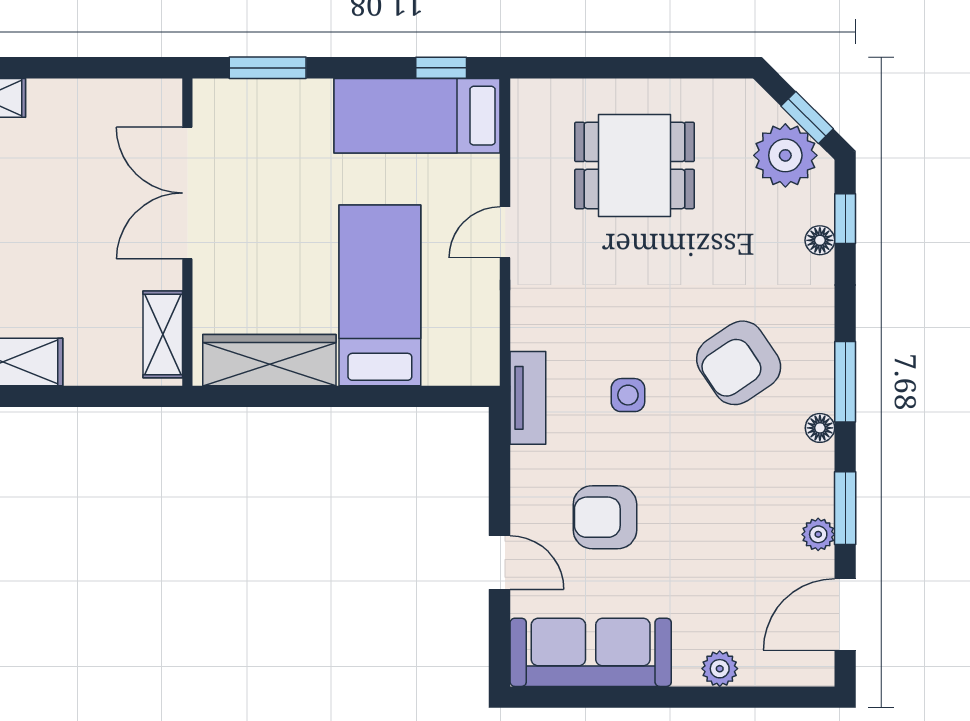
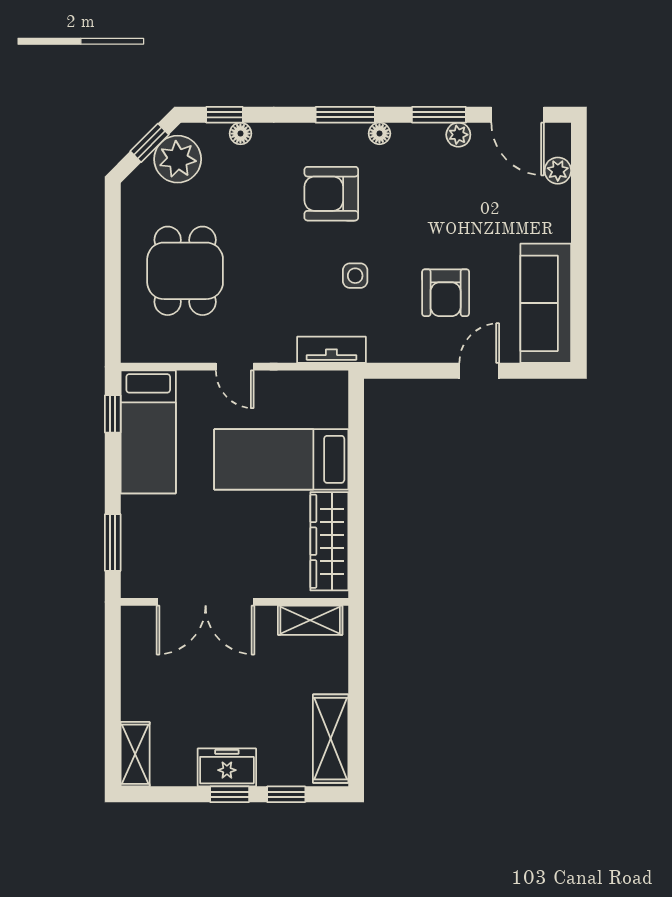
armchair: (739, 363) -> (331, 194), turned 124
tv unit: (528, 398) -> (331, 350), moved
plant: (720, 669) -> (558, 171), moved

